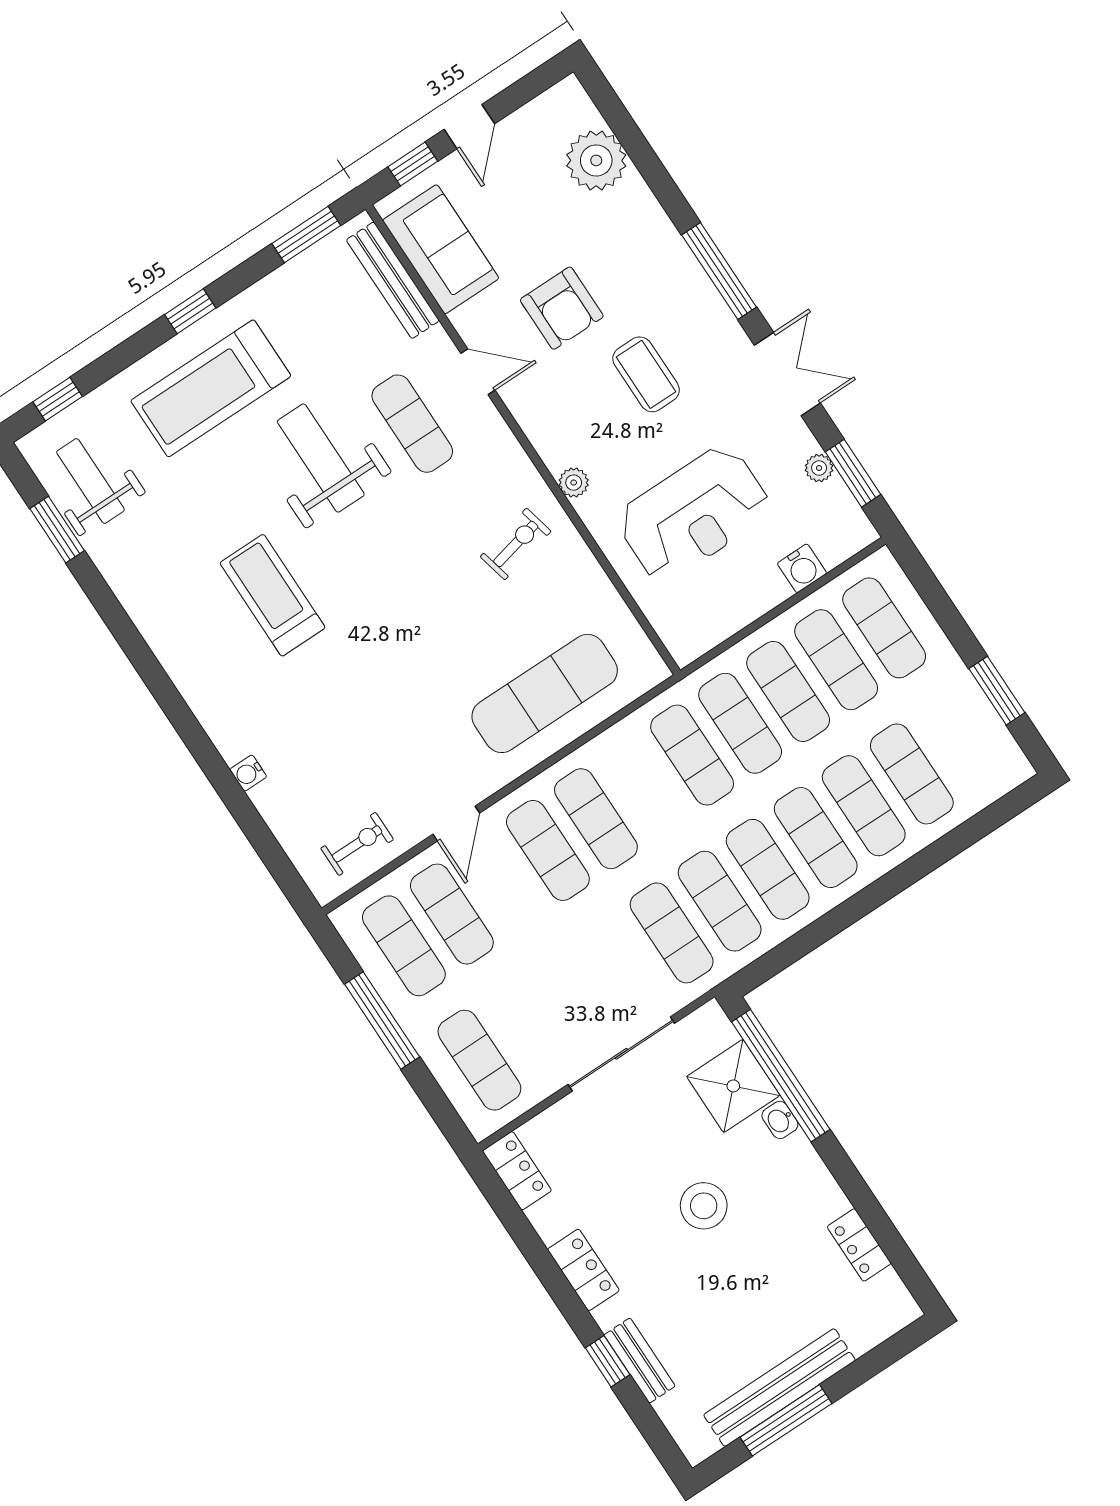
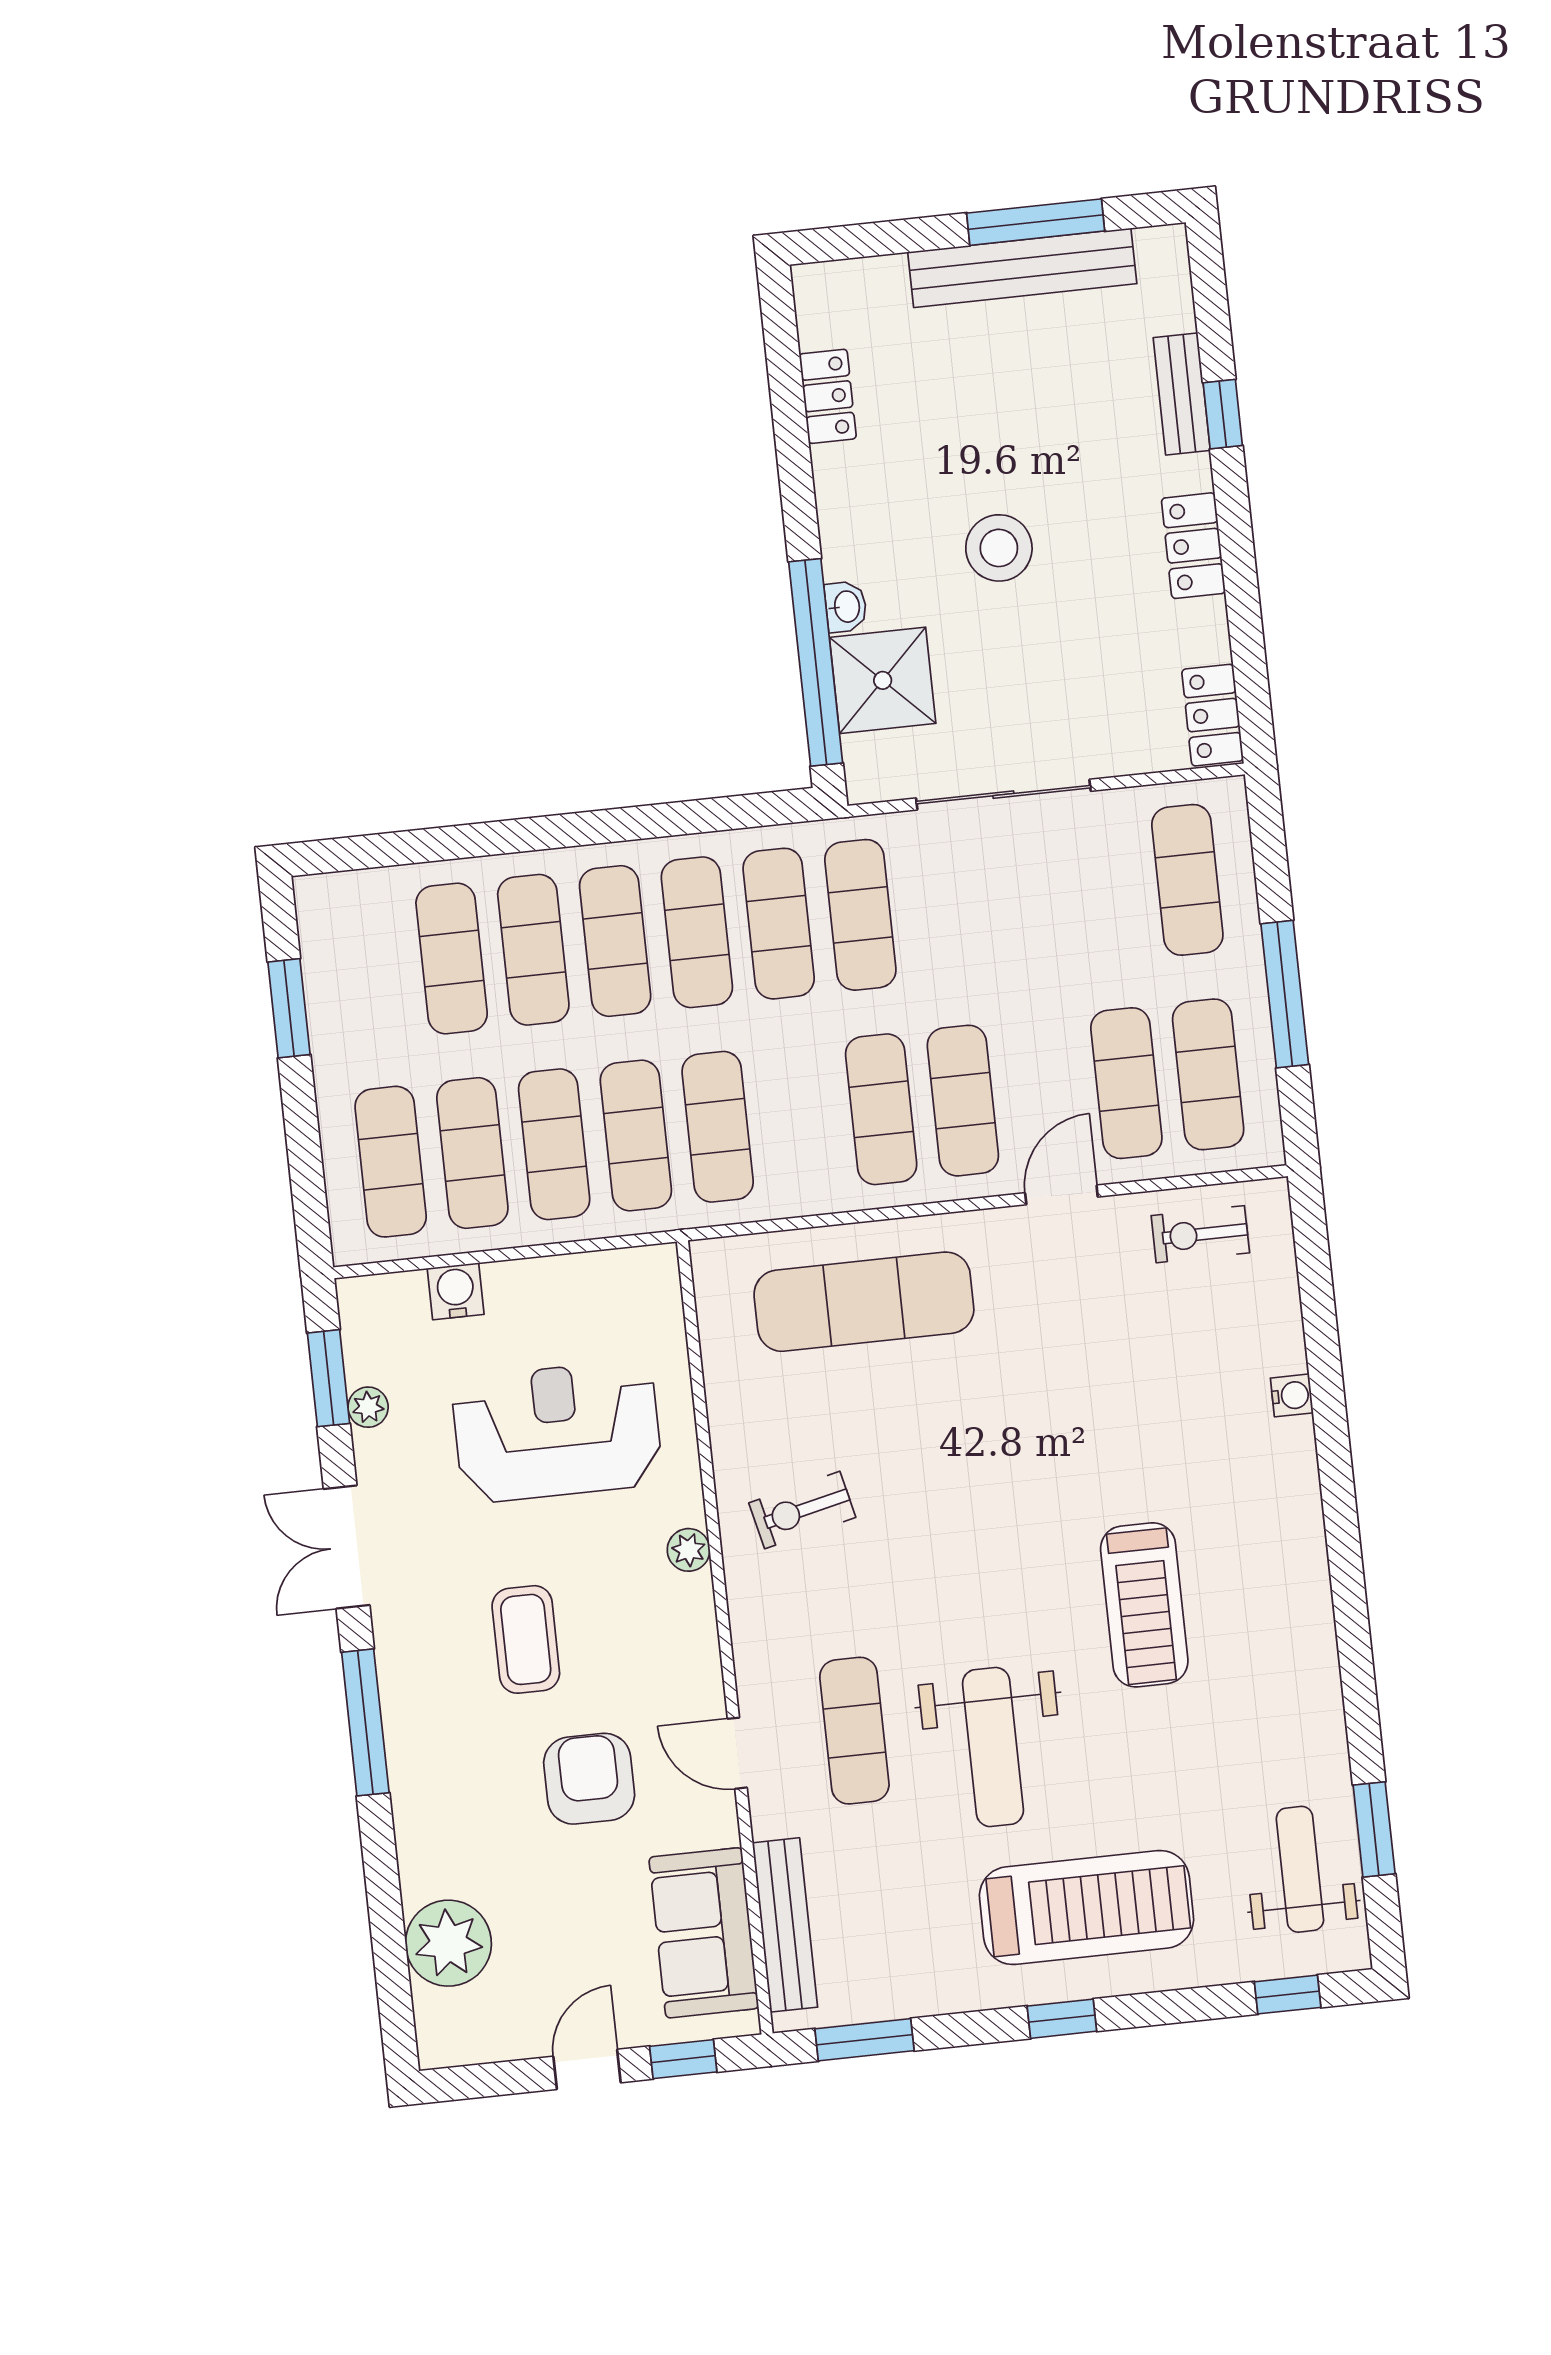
weight bench: (90, 481) -> (1300, 1869), turned 180

